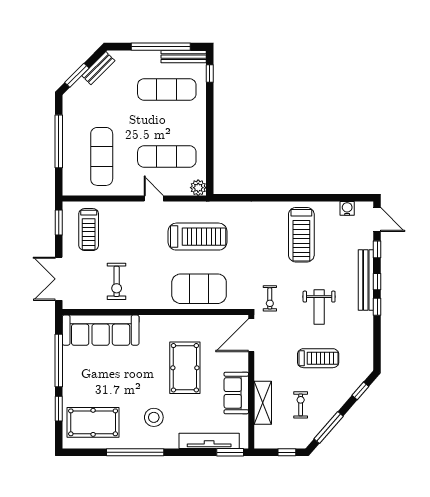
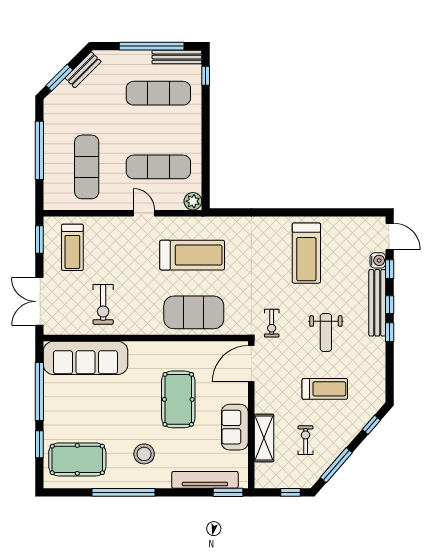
water cooler: (347, 208) -> (378, 260), moved, turned 90

